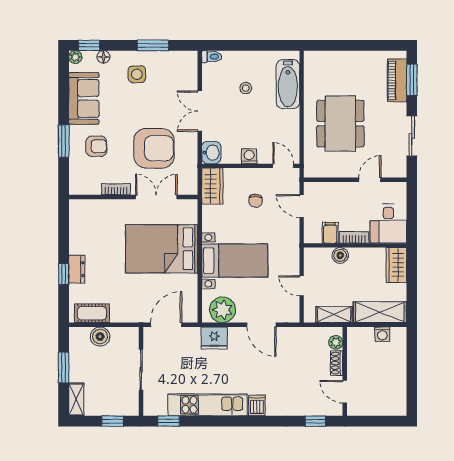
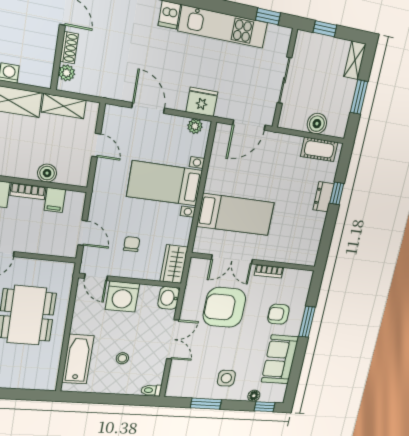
plant: (75, 57) -> (279, 397), removed
washing machine: (249, 156) -> (122, 297), width x1.89, depth x1.89
bed: (162, 249) -> (236, 214), width x0.67
plant: (223, 310) -> (195, 126), width x0.53, depth x0.53

